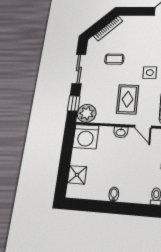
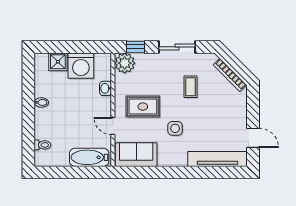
door: (143, 127) -> (113, 126), hinge flipped
washbasin: (121, 132) -> (106, 88), moved
washing machine: (86, 137) -> (81, 66), moved, turned -90

